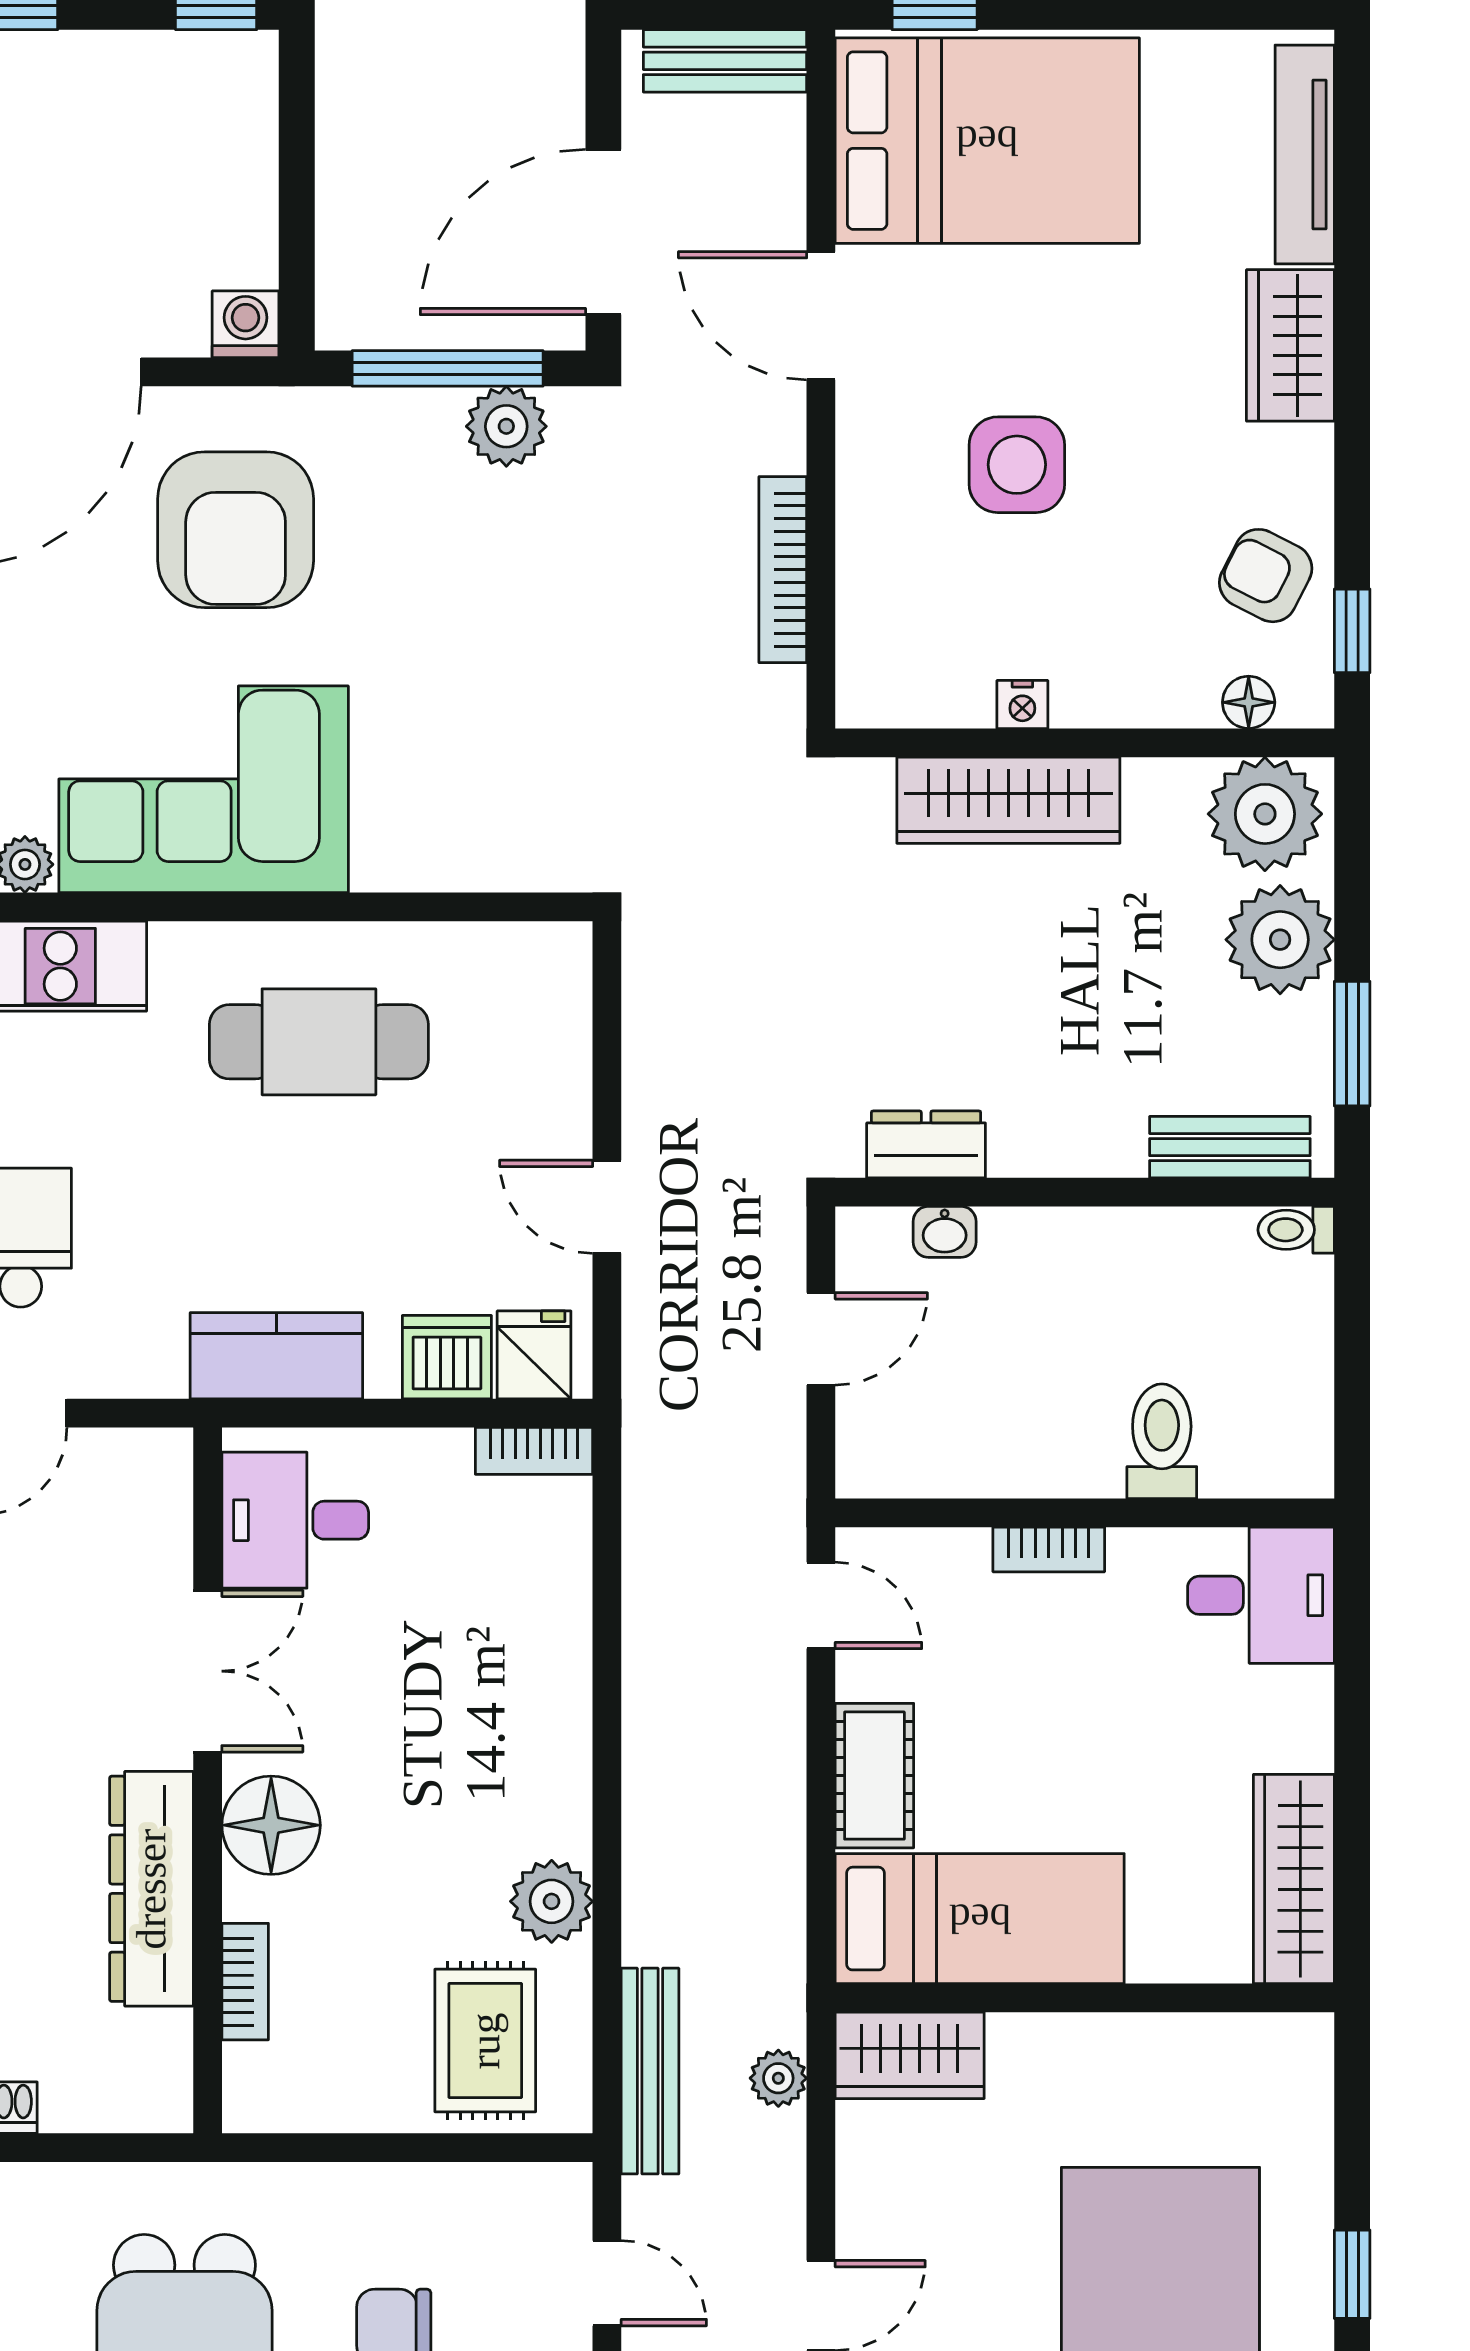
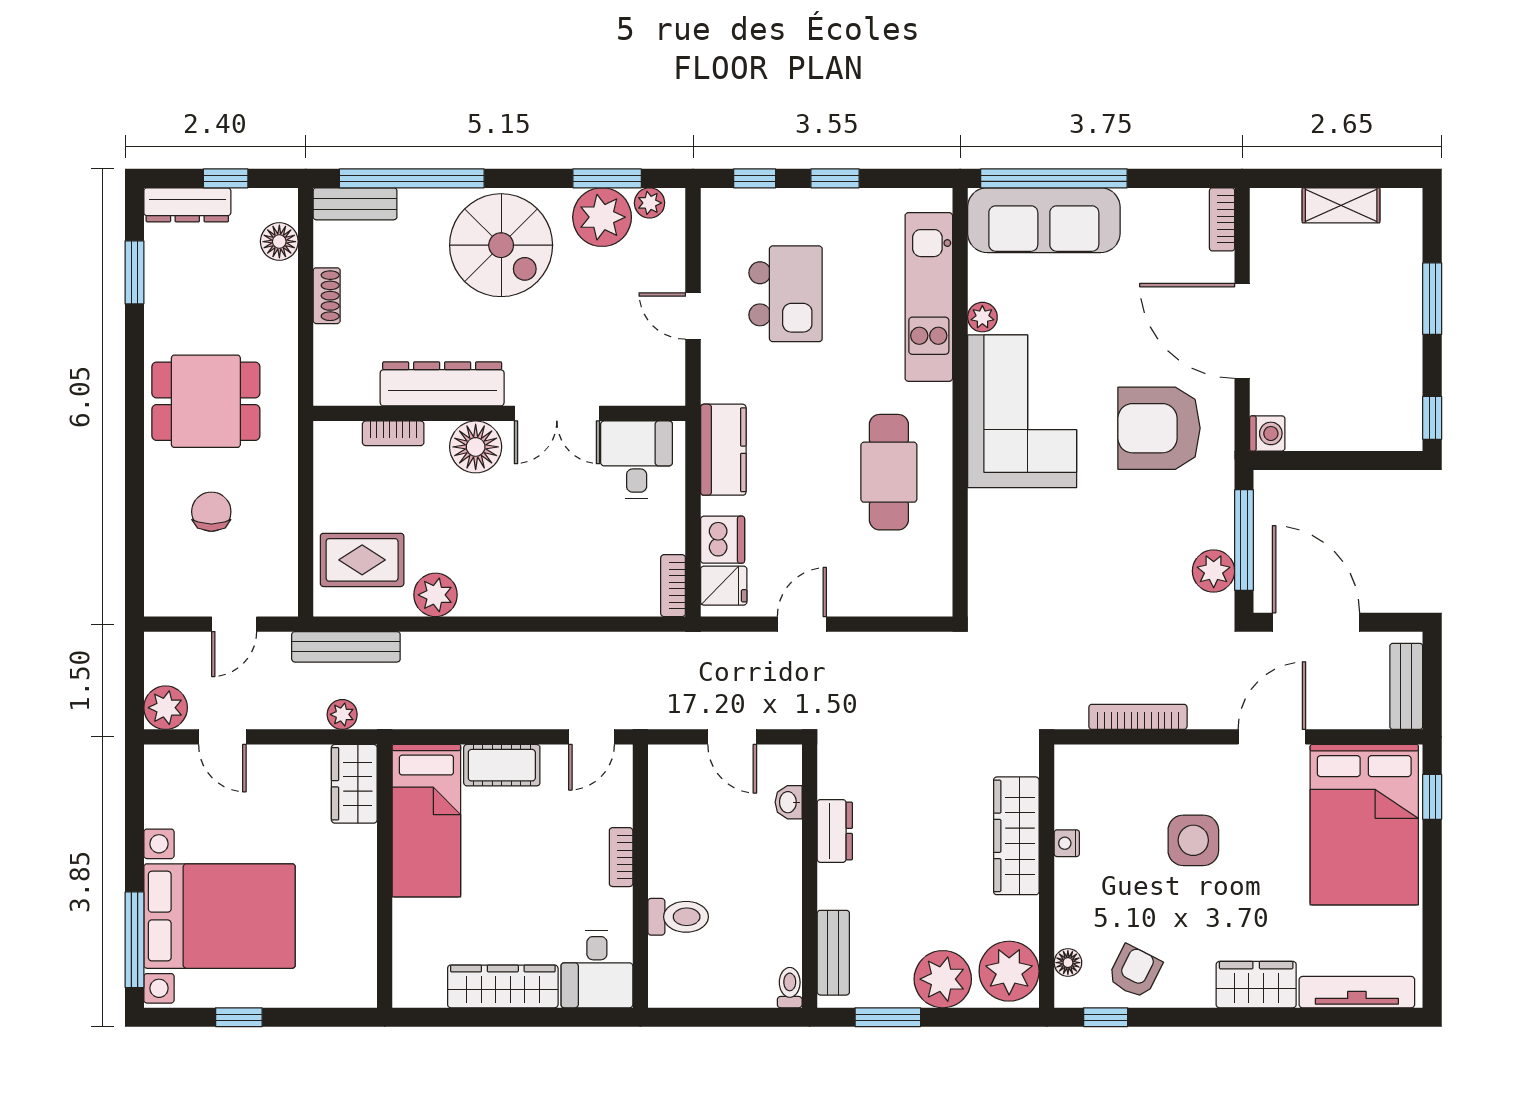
dresser: (926, 1144) -> (835, 831), moved
wardrobe: (1294, 1879) -> (503, 986), moved

